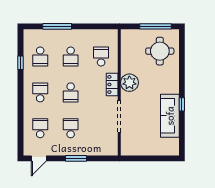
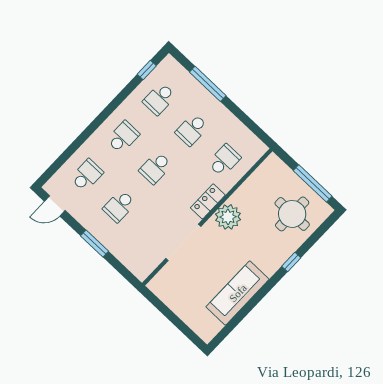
window: (20, 63) -> (147, 70), moved
window: (182, 104) -> (291, 262), moved
school desk: (71, 128) -> (119, 206), turned 180

